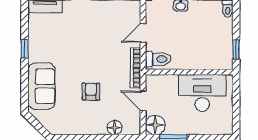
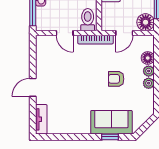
window: (25, 49) -> (110, 137), moved
plant: (86, 129) -> (149, 83), added
plant: (100, 129) -> (149, 71), added

